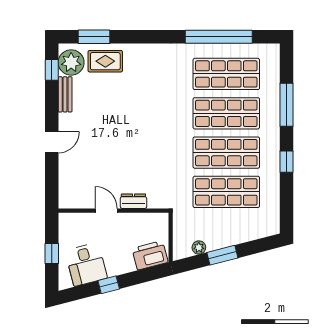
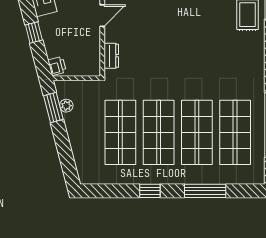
dresser: (133, 201) -> (111, 56), moved
printer: (150, 255) -> (57, 66), width x0.53, depth x0.68
window: (222, 255) -> (53, 108), moved
window: (109, 285) -> (34, 33), moved

